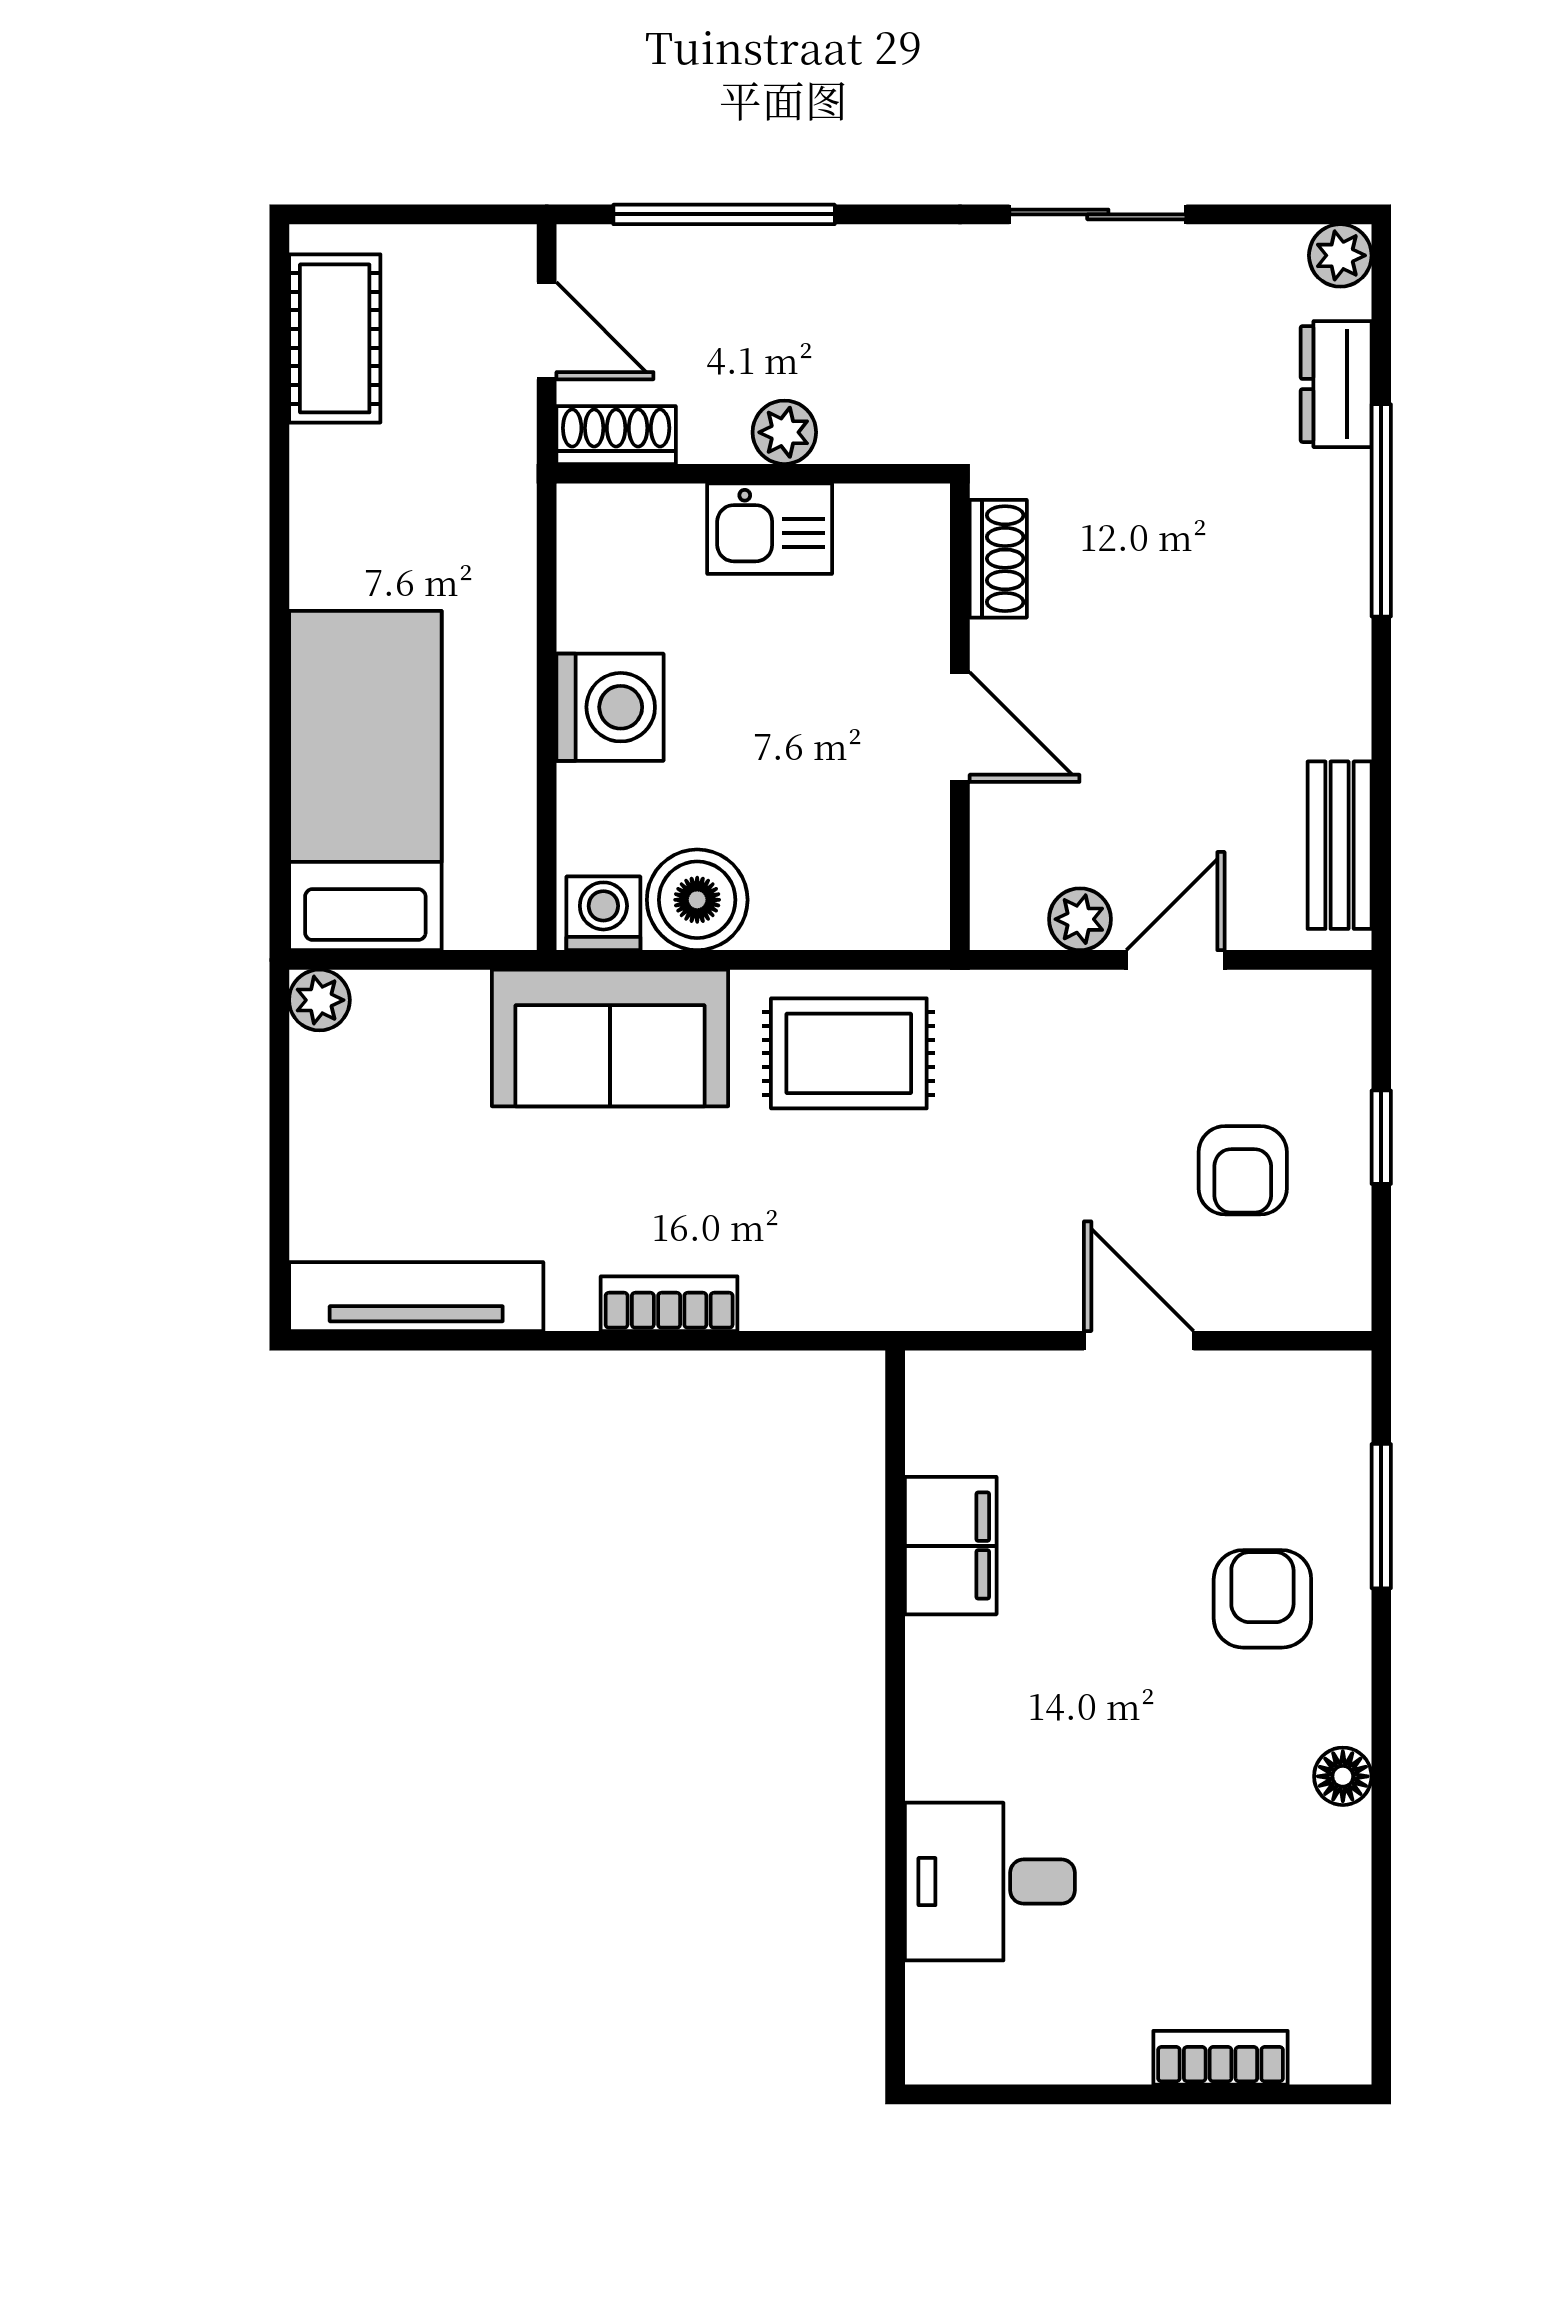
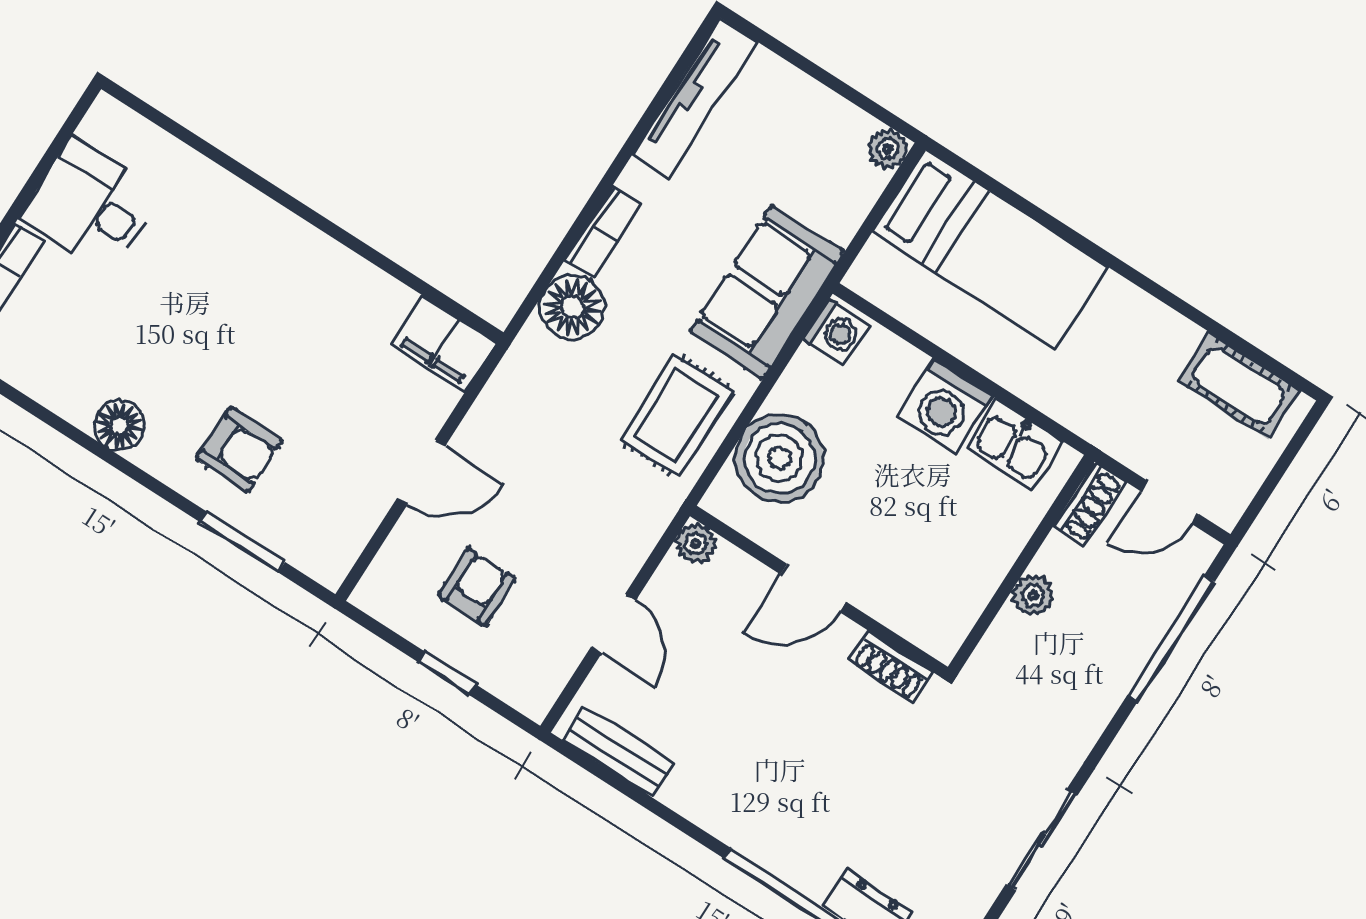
kitchen sink: (770, 529) -> (1014, 444), moved, turned -90
boiler: (697, 900) -> (779, 458), moved, width x1.37, depth x1.37
plant: (1080, 919) -> (696, 543), moved
armchair: (1243, 1170) -> (477, 587), turned 90
floor lamp: (794, 1281) -> (572, 307), added
filing cabinet: (951, 1546) -> (444, 344), moved
floor lamp: (1343, 1776) -> (119, 426), width x1.37, depth x1.37
desk: (990, 1882) -> (91, 206), moved, turned -90

